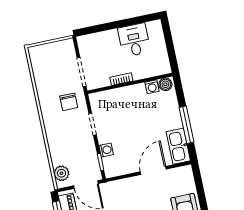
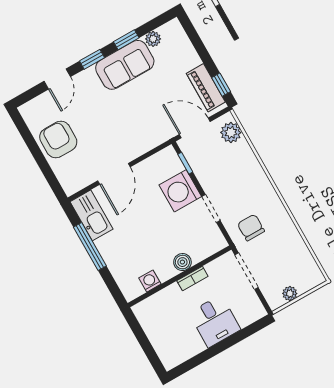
desk: (134, 40) -> (215, 321), moved
plant: (56, 47) -> (290, 293), added
boiler: (165, 84) -> (182, 262), moved
washing machine: (106, 150) -> (180, 191), width x1.89, depth x1.89

